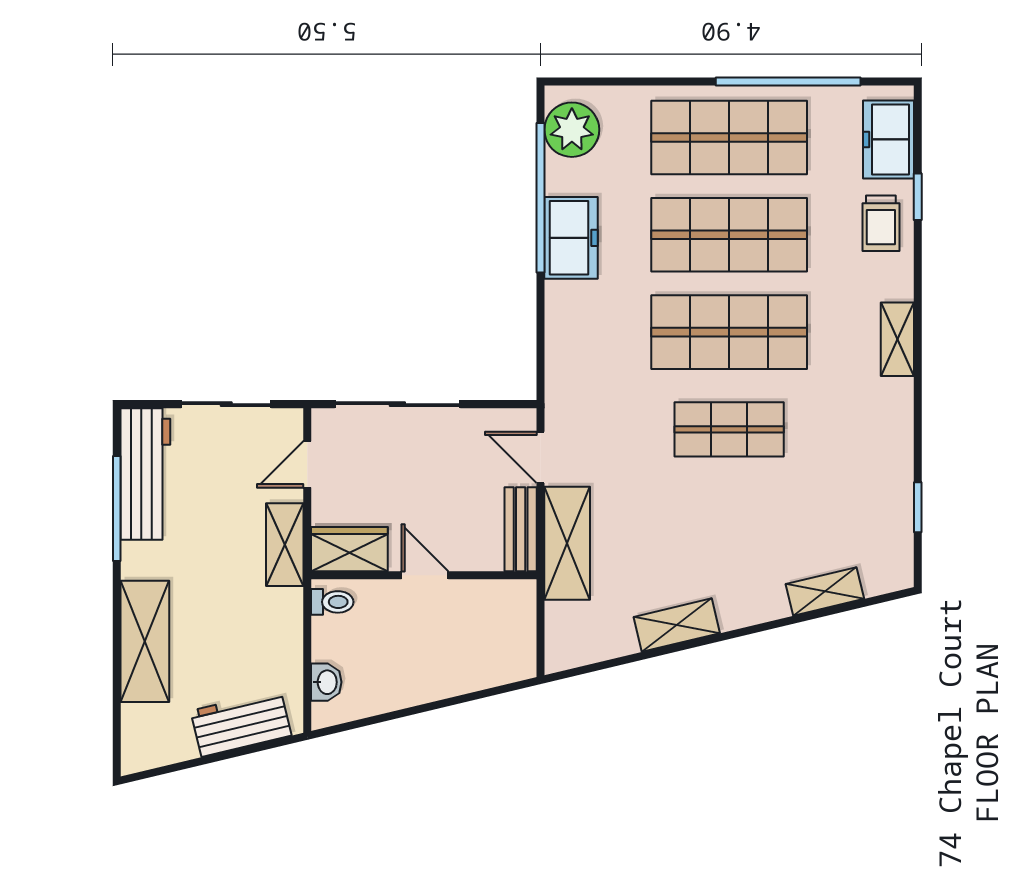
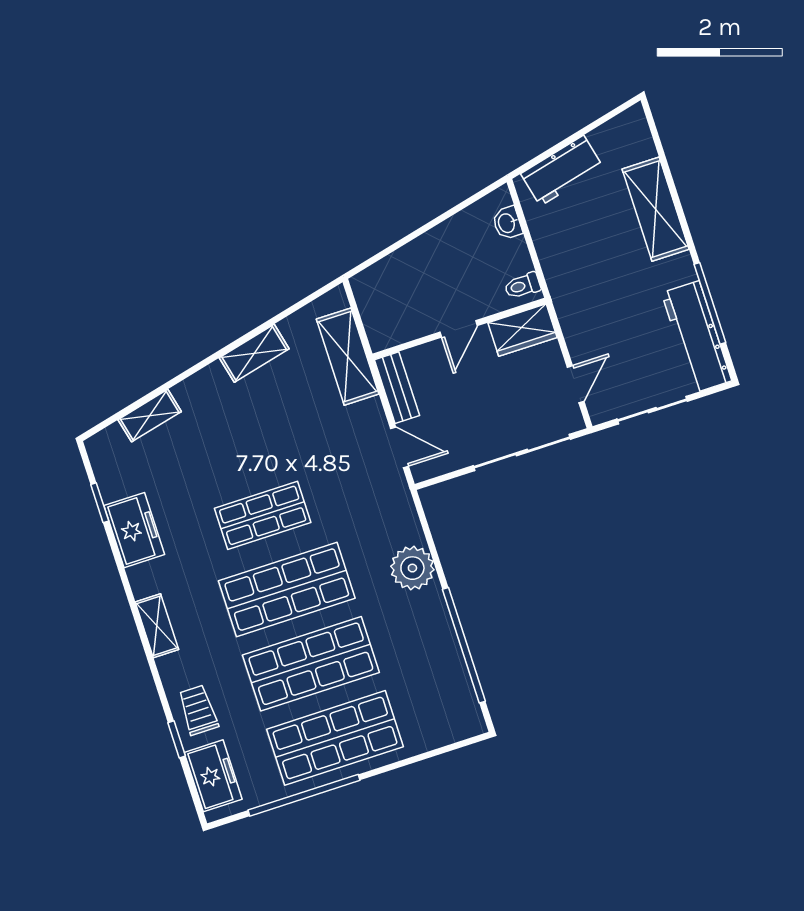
plant: (572, 130) -> (412, 568), moved
freezer: (571, 238) -> (134, 530), moved, turned 180
shelving: (567, 543) -> (348, 357), moved
shelving: (285, 545) -> (573, 317), removed
door: (425, 575) -> (459, 329), hinge flipped

